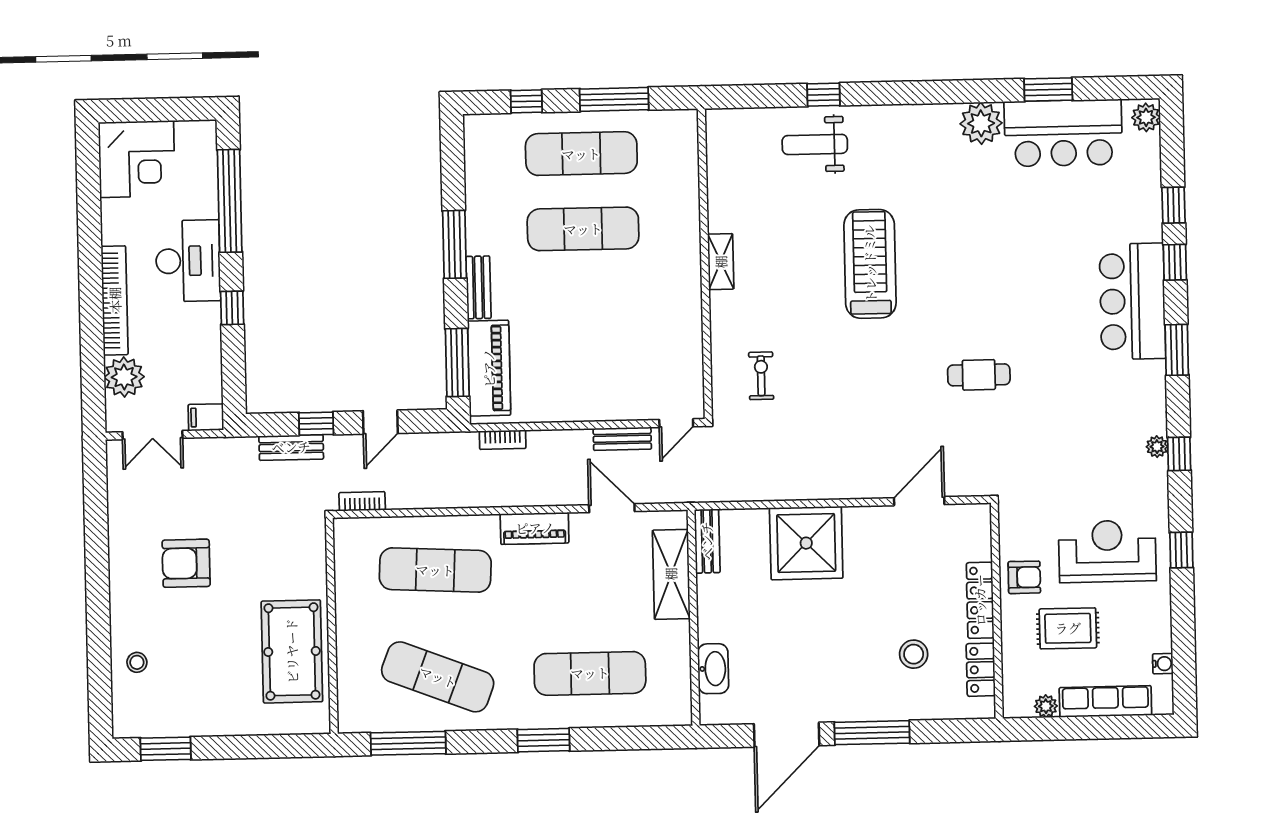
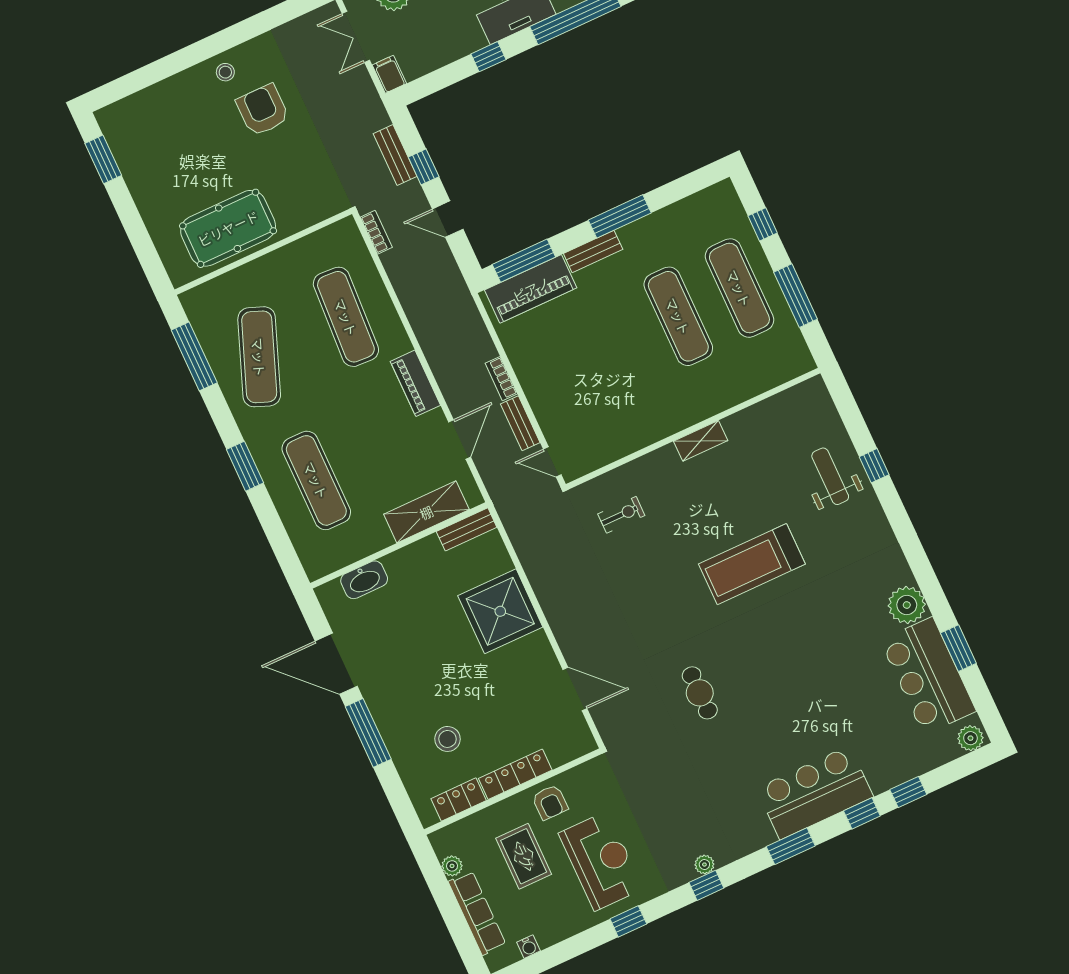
treadmill: (870, 264) -> (752, 564), turned 180
bookcase: (503, 440) -> (501, 379), moved
stool: (137, 662) -> (225, 72), moved

